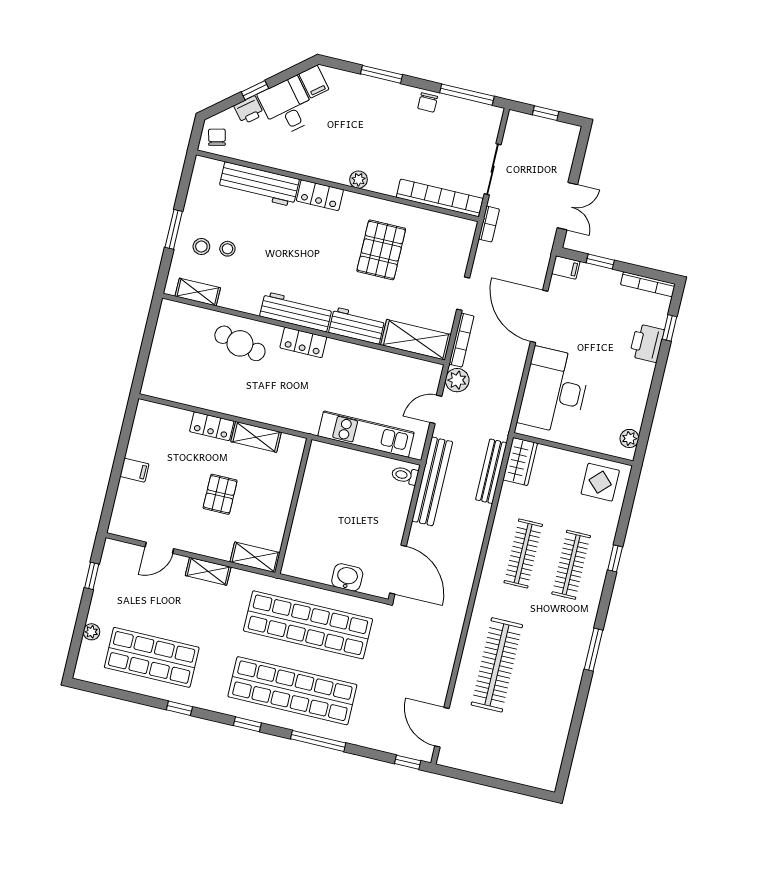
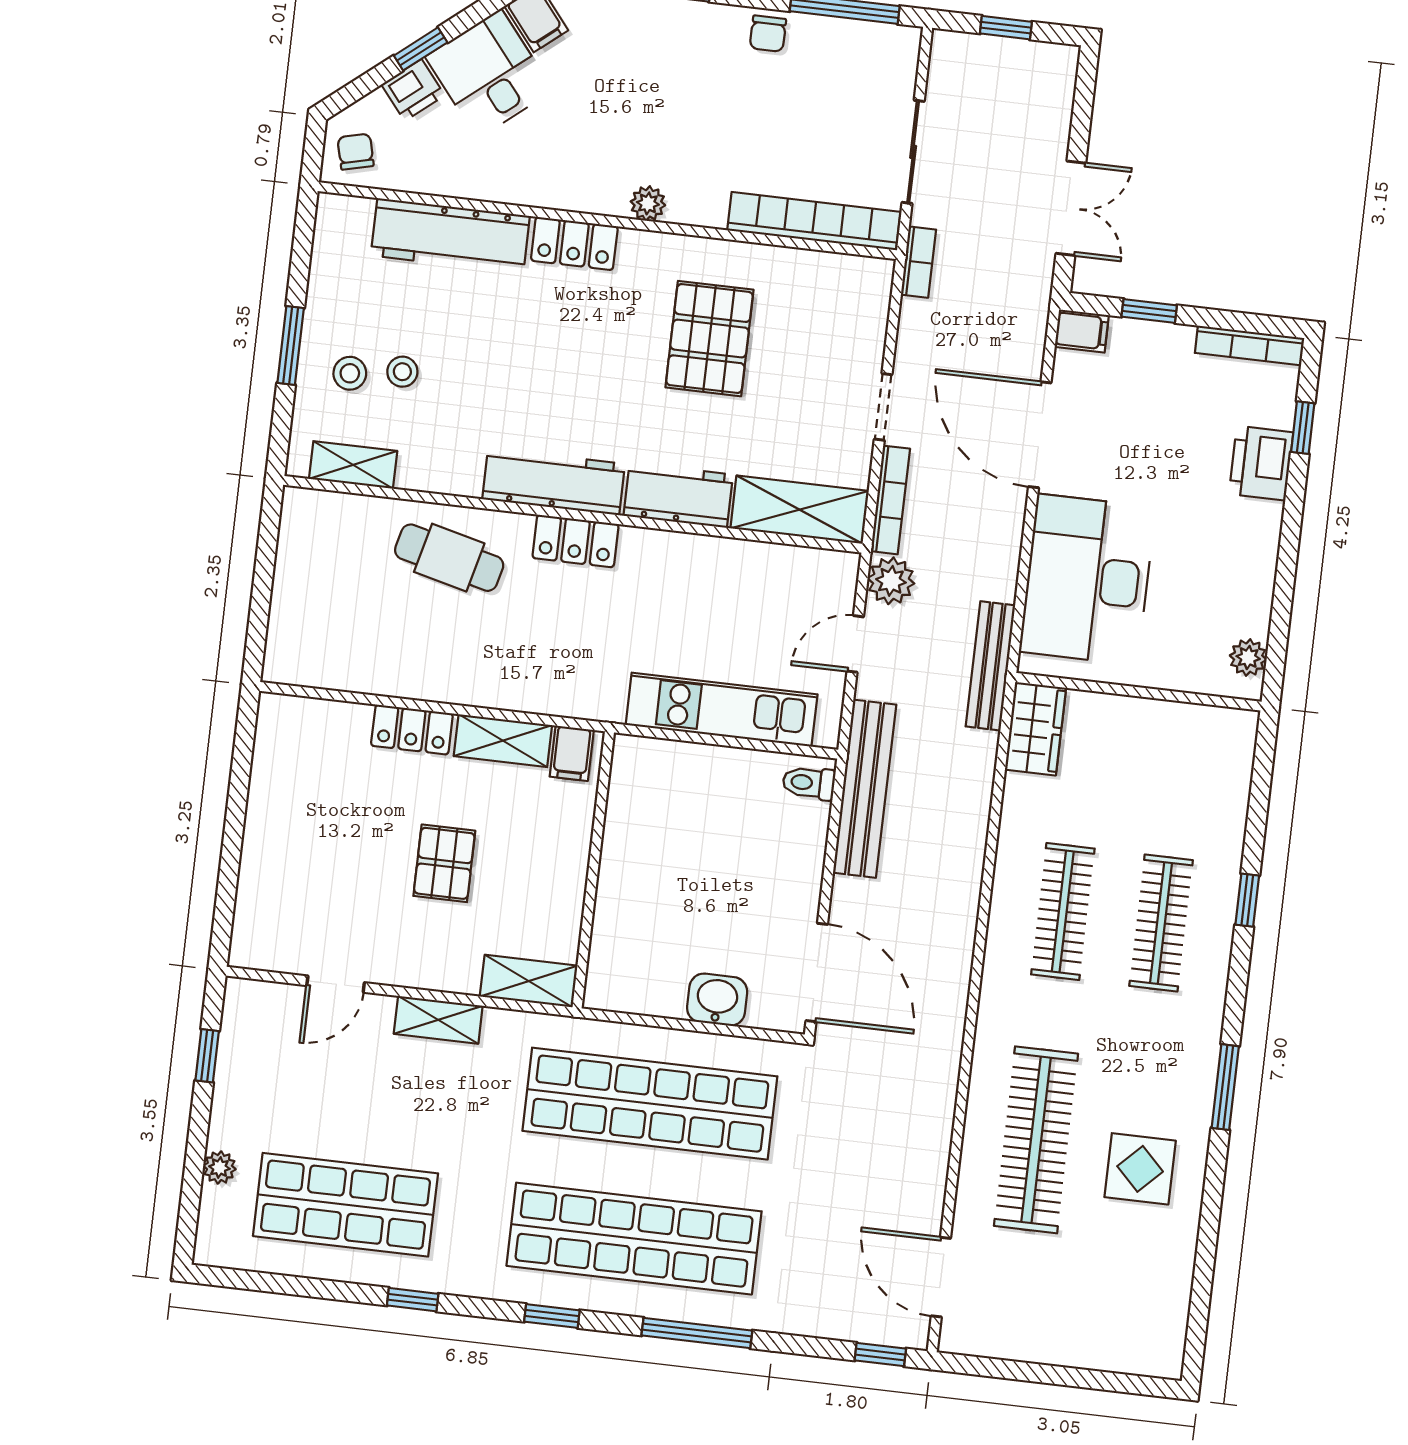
filing cabinet: (134, 470) -> (572, 753), moved, turned 90
bench: (491, 471) -> (990, 666), moved
display table: (600, 482) -> (1140, 1169), moved

